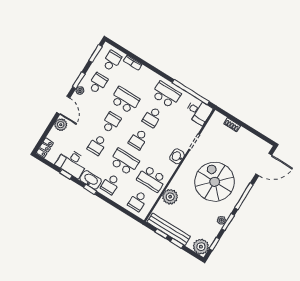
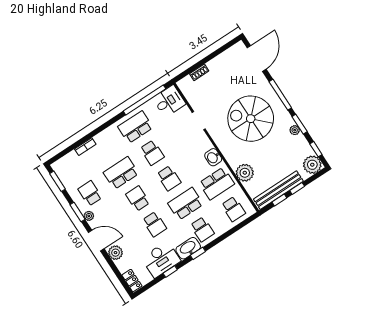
school desk: (112, 61) -> (73, 168), removed
washbasin: (177, 156) -> (213, 157), moved

